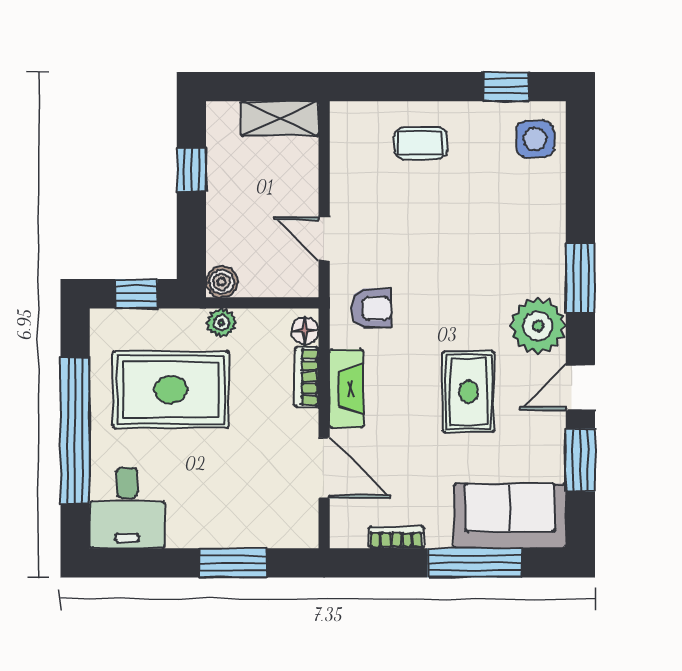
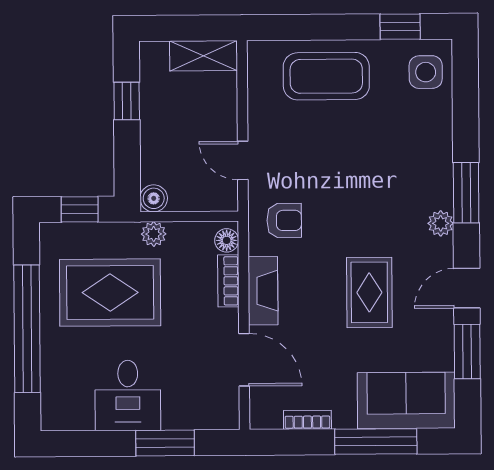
coffee table: (421, 143) -> (326, 76), width x1.86, depth x1.72
plant: (538, 326) -> (441, 223), width x0.53, depth x0.53
desk: (127, 508) -> (128, 395), moved

